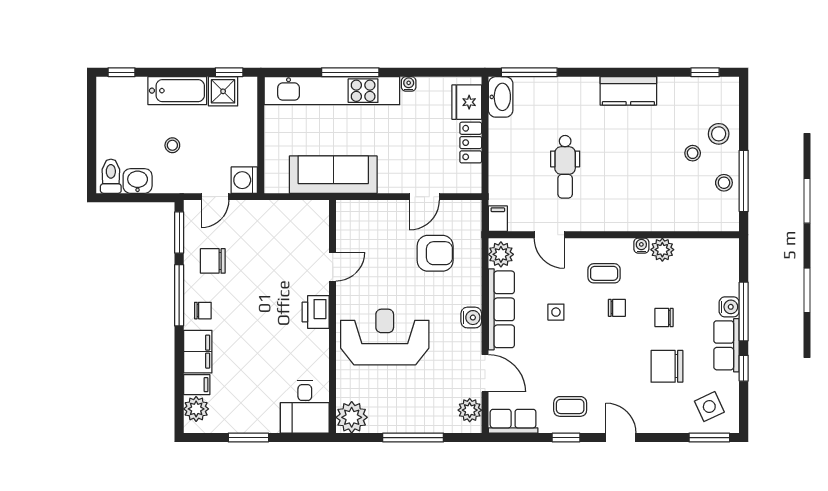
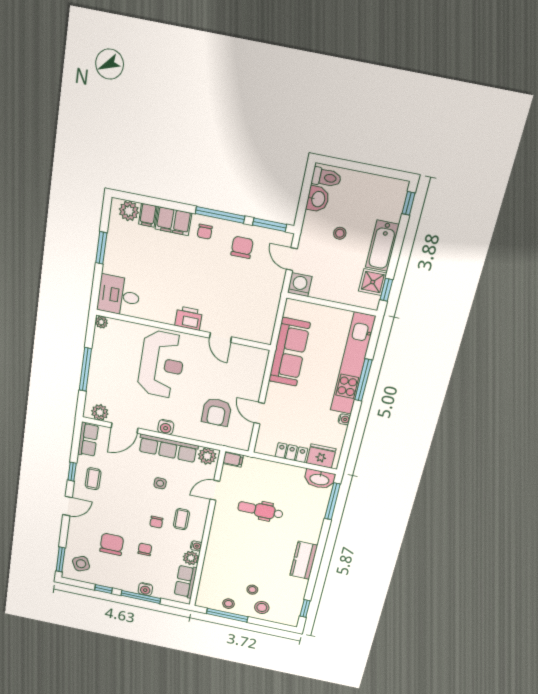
row of seats: (727, 345) -> (186, 581), moved, turned -90
plant: (352, 417) -> (101, 322), width x0.53, depth x0.53

